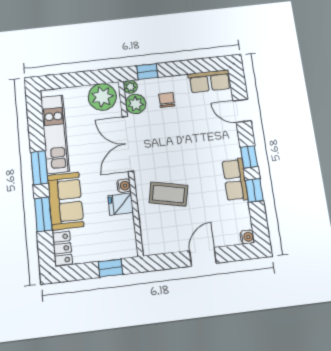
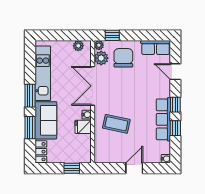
plant: (102, 97) -> (78, 46), width x0.53, depth x0.53
chair: (167, 100) -> (123, 58), width x1.87, depth x1.87
row of seats: (235, 180) -> (163, 119), width x1.48

